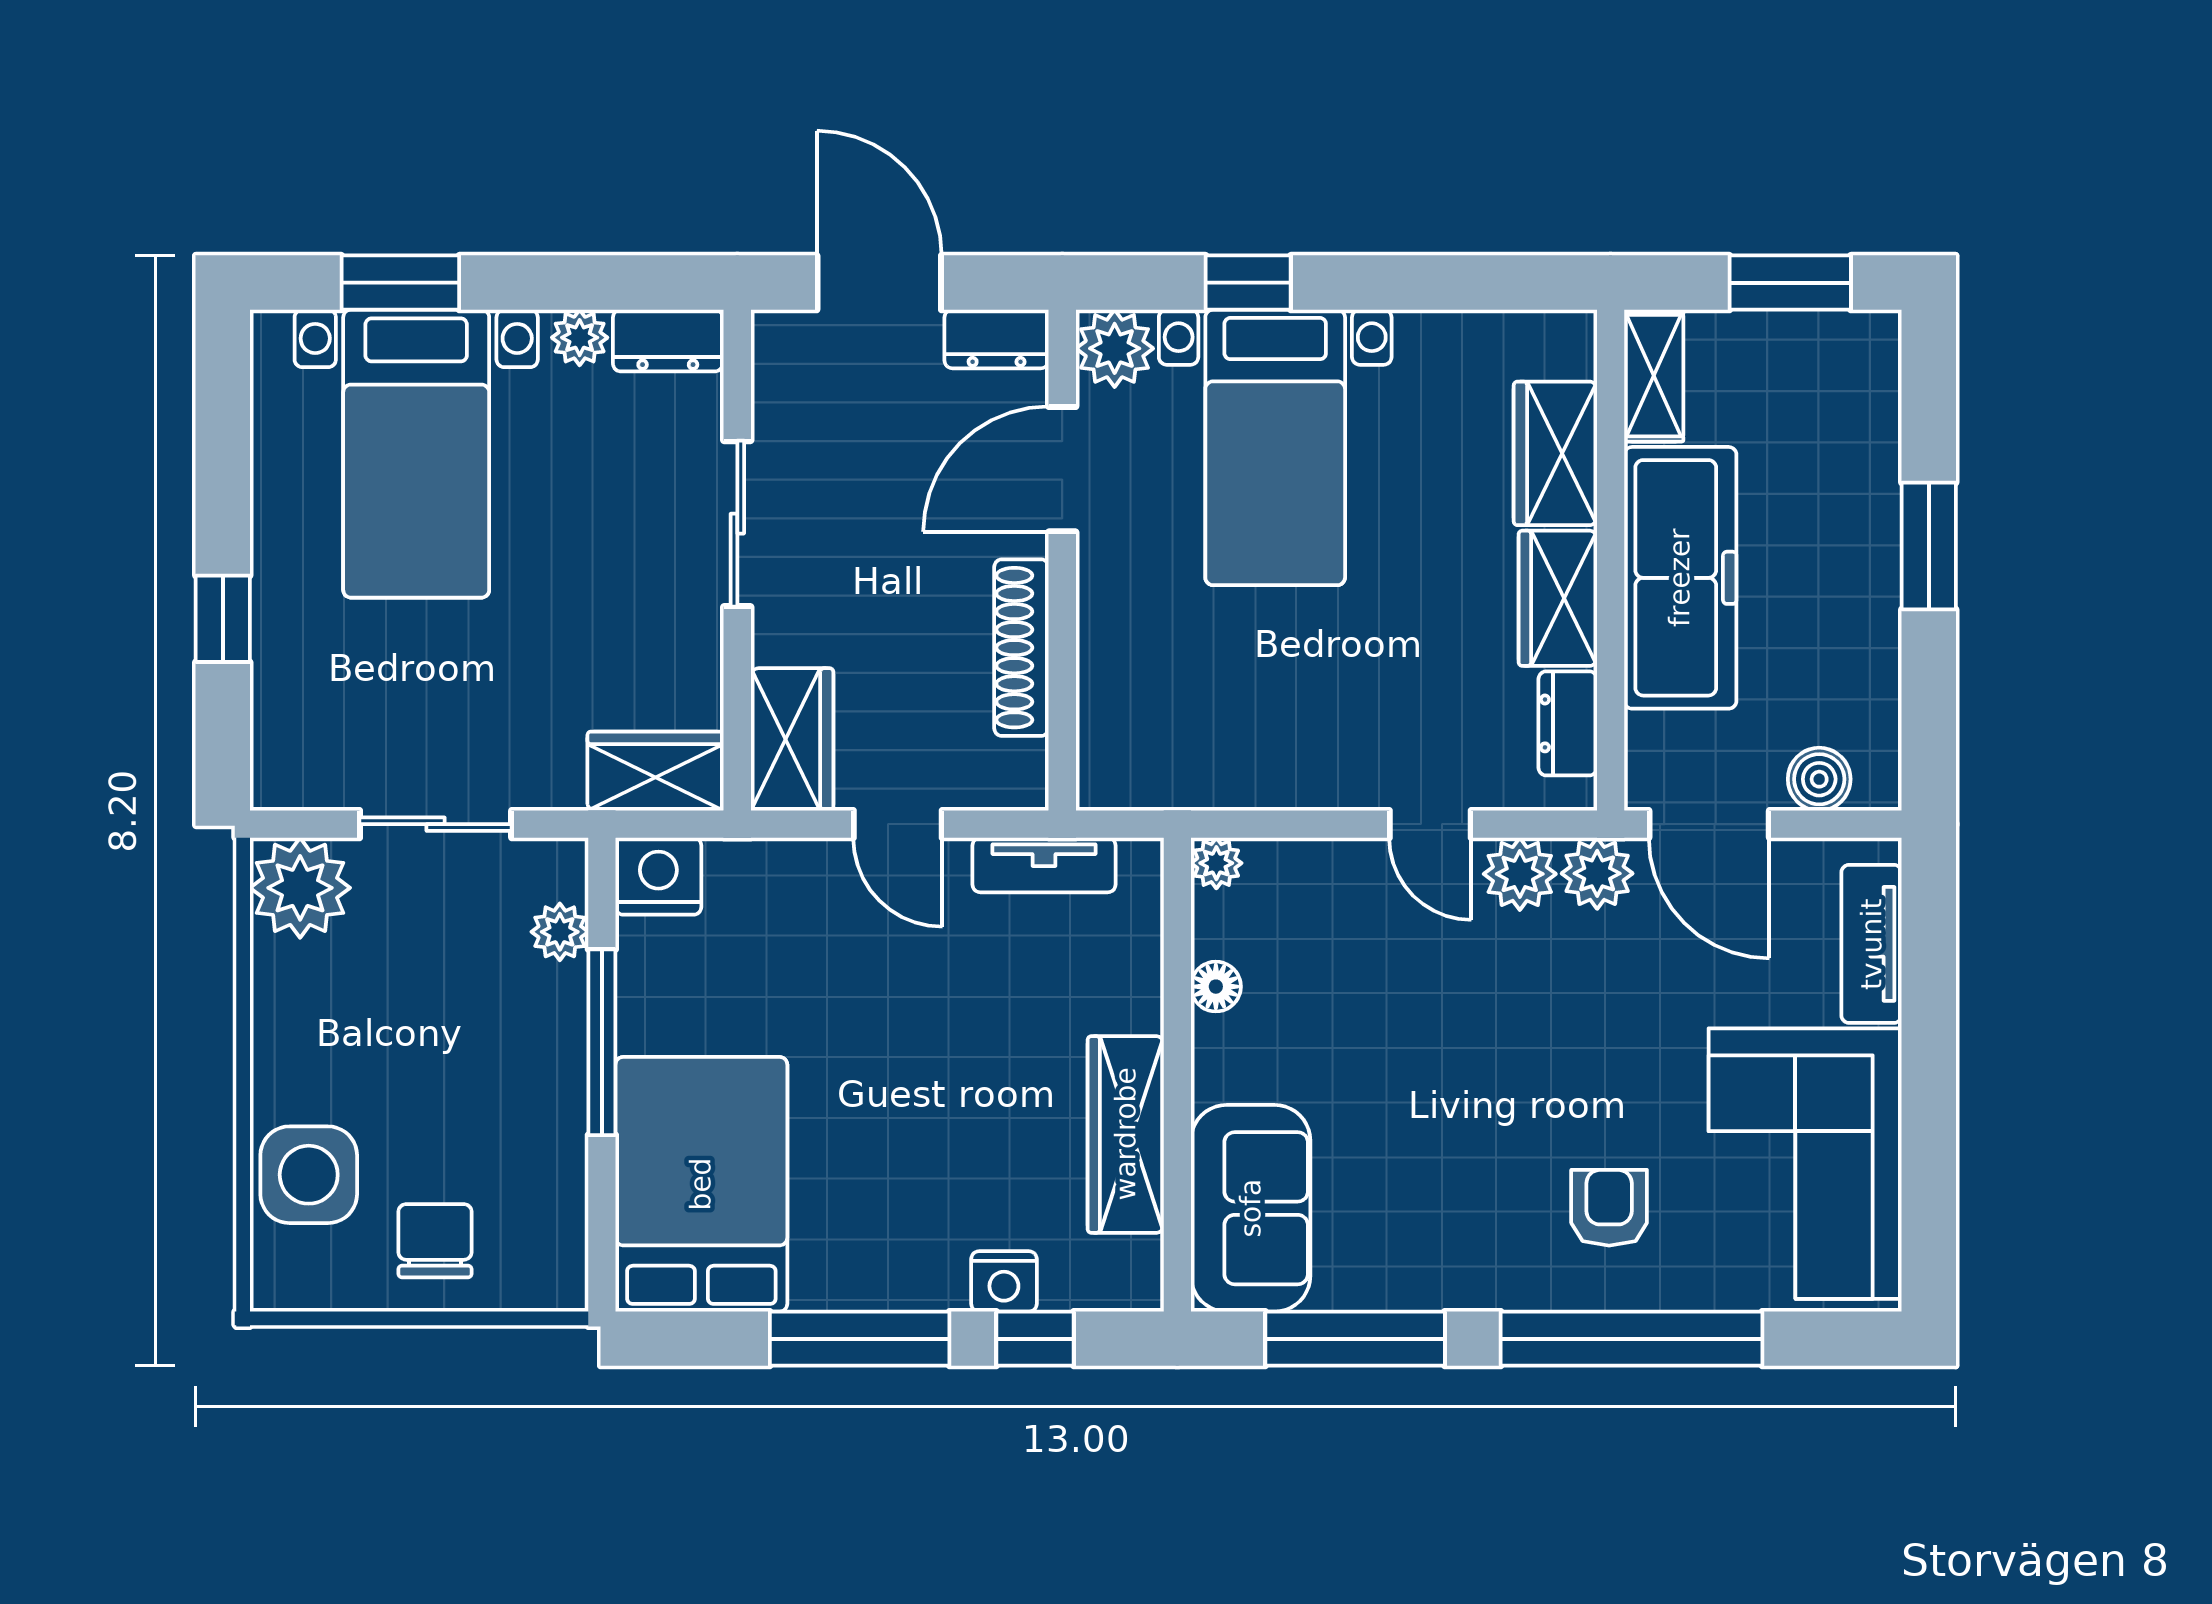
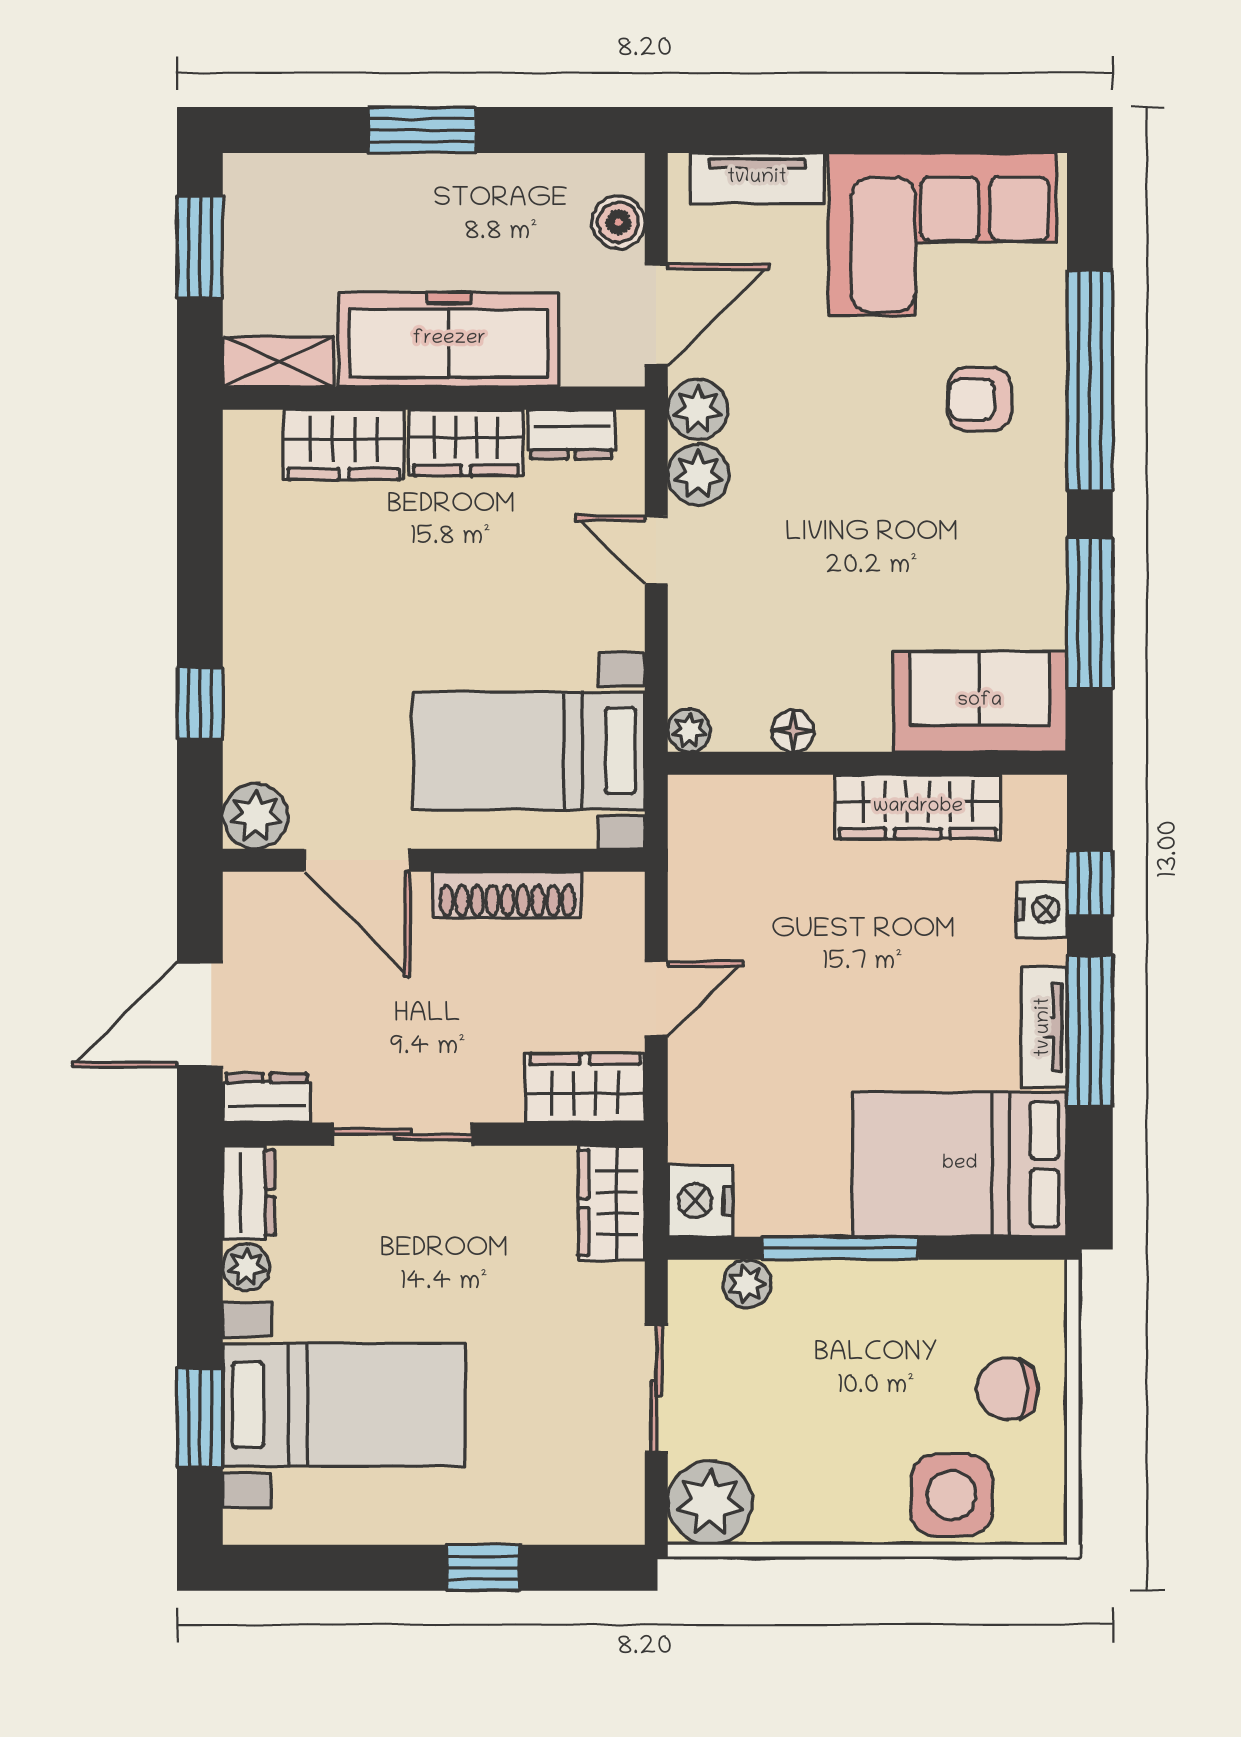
dresser: (997, 339) -> (267, 1098), moved, turned -90
bed with nightstands: (1275, 447) -> (529, 751), moved, turned 180
door: (1430, 824) -> (656, 550), swing flipped
tv unit: (1044, 865) -> (1044, 1027), moved, turned 180

